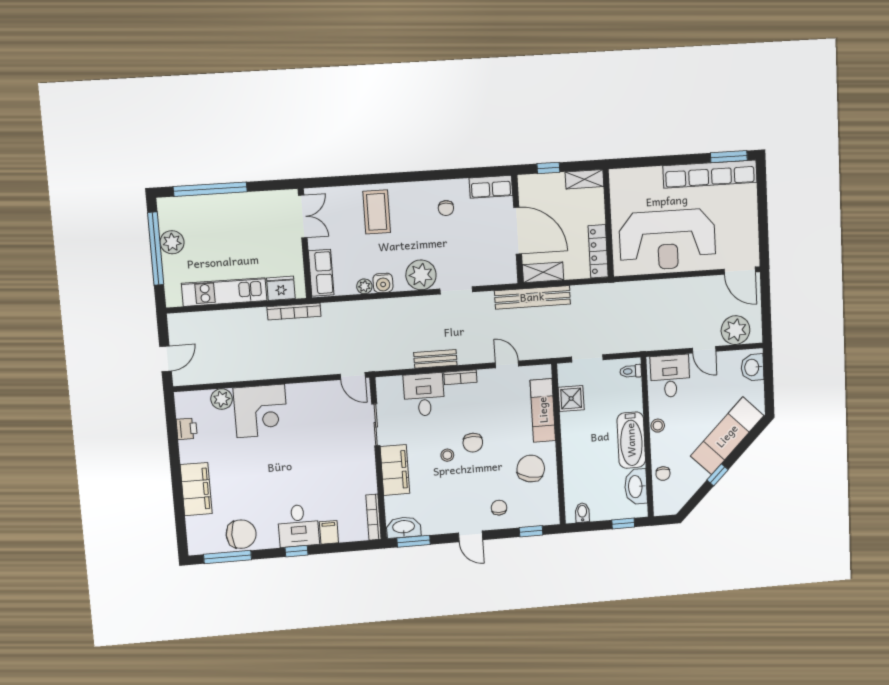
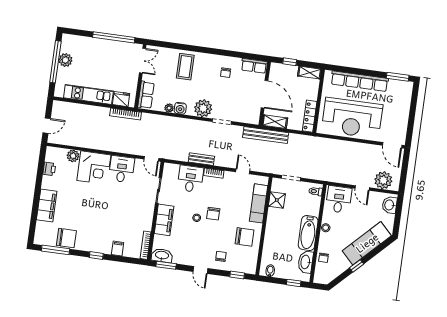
row of seats: (710, 174) -> (360, 81), moved
window: (210, 189) -> (114, 37), moved
chair: (531, 469) -> (244, 237), turned 77
desk: (298, 526) -> (122, 169), moved, turned 180

